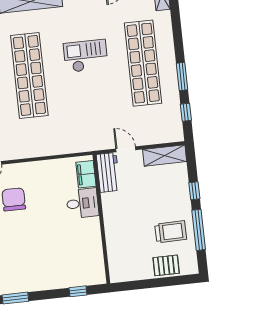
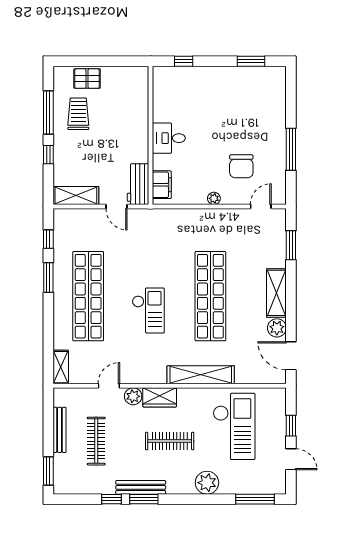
checkout: (86, 56) -> (148, 310), turned -90
plant: (36, 167) -> (214, 198), added
desk: (82, 203) -> (169, 138), moved
trolley: (171, 232) -> (78, 114), turned 91

